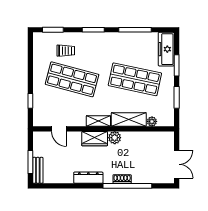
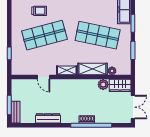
shop shelf: (72, 79) -> (44, 35), turned -30
door: (59, 129) -> (44, 77), moved
plant: (115, 138) -> (103, 85), moved
wardrobe: (95, 139) -> (120, 85), moved
dresser: (88, 178) -> (48, 118), moved

